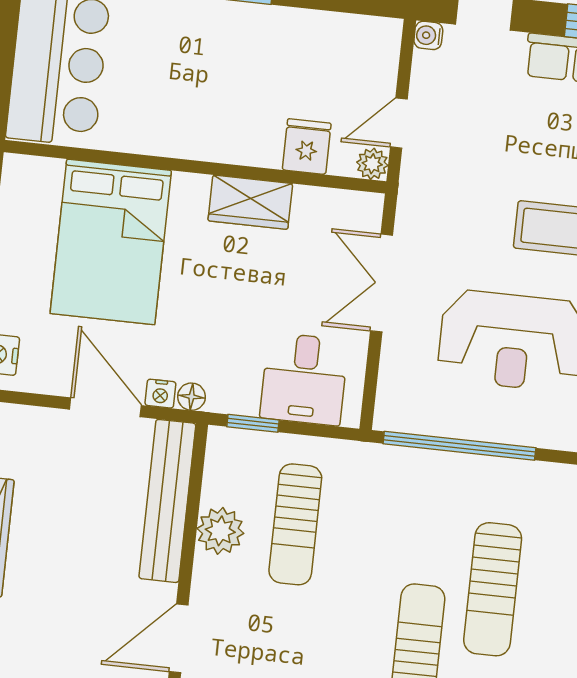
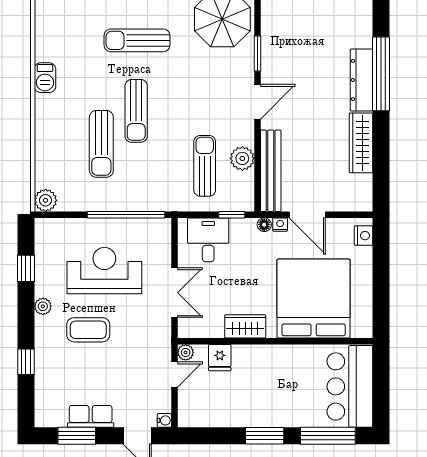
bed: (111, 242) -> (314, 299), width x1.36
sun lounger: (493, 589) -> (101, 144), turned 180

